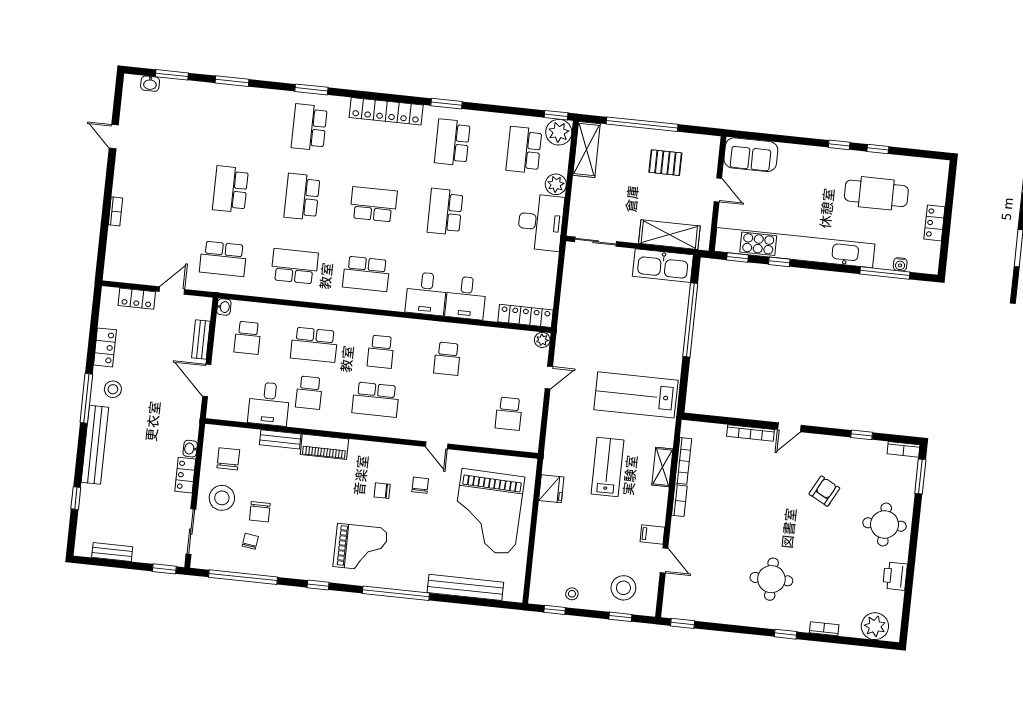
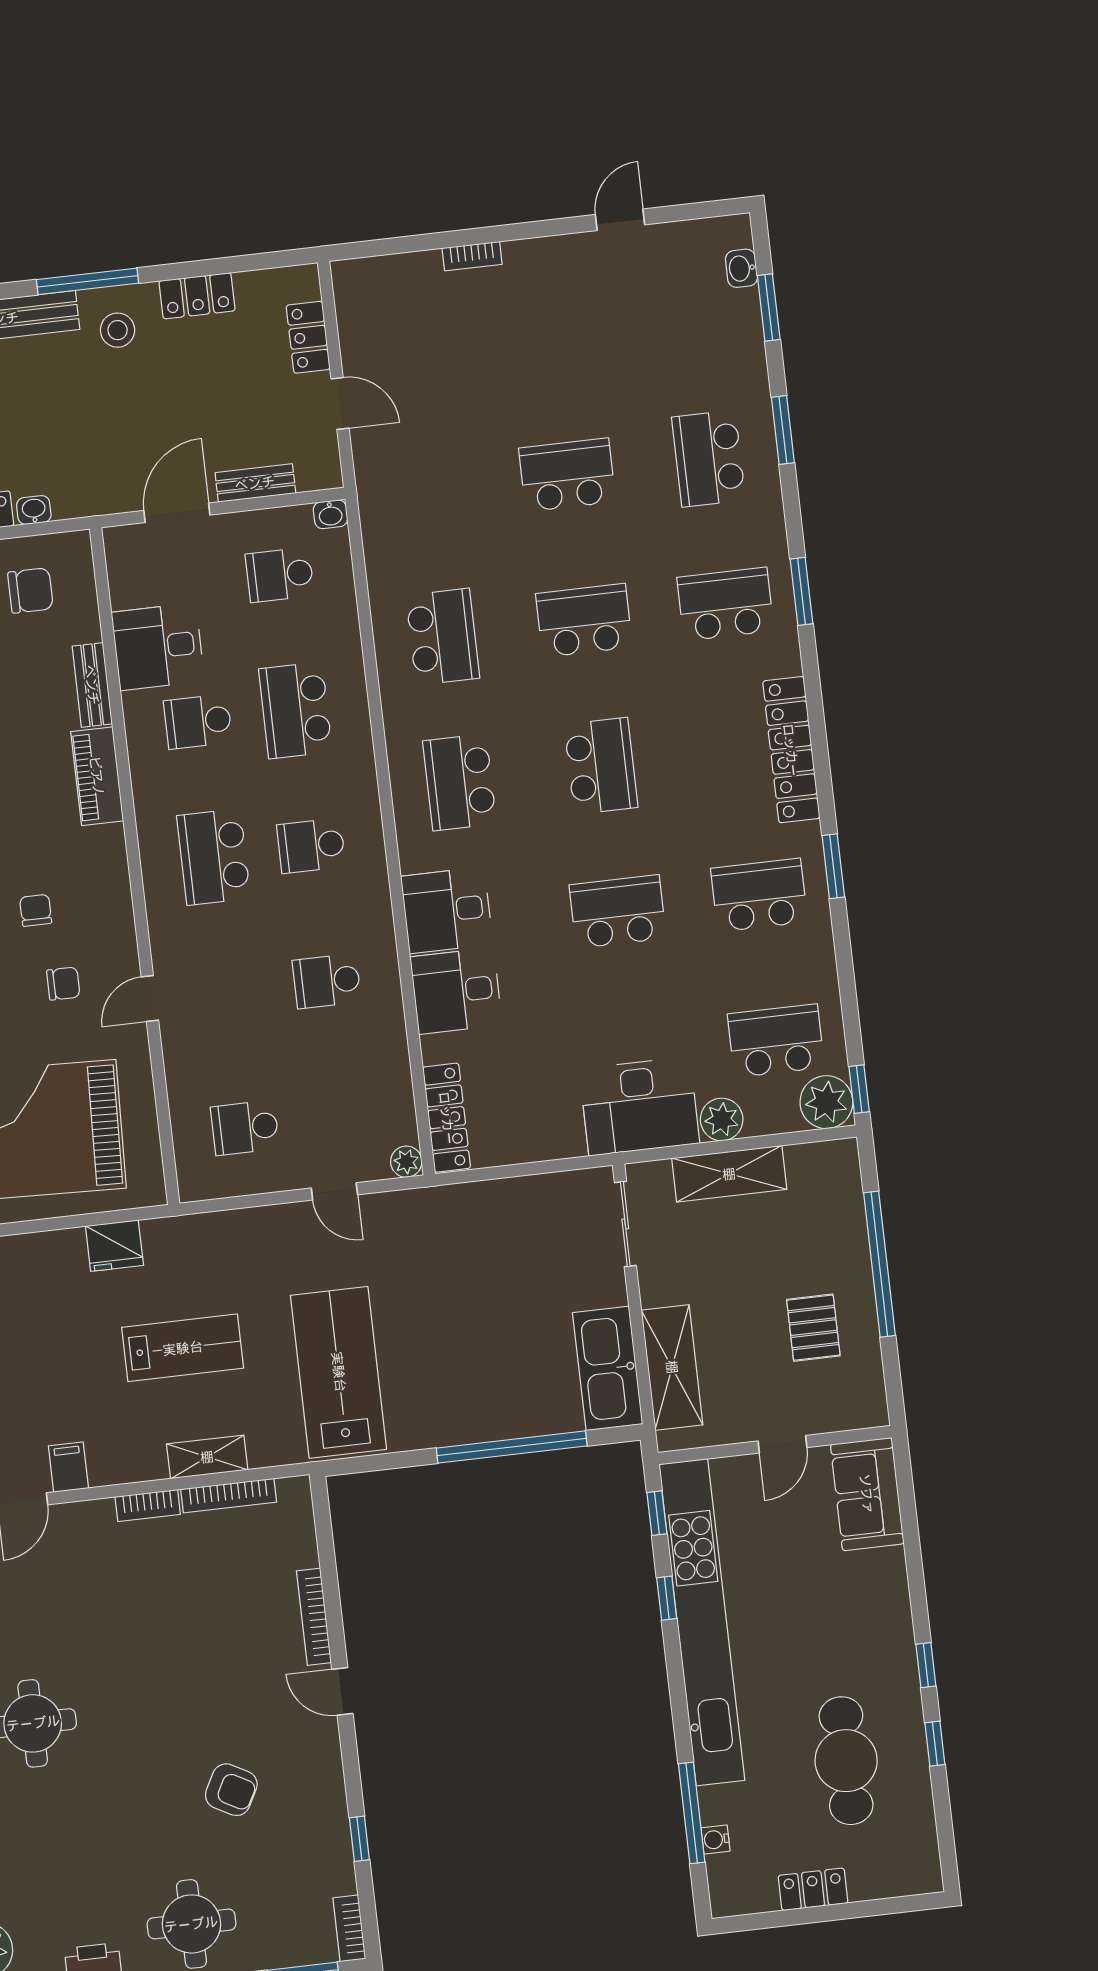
shelving: (587, 150) -> (729, 1174), moved
school desk: (223, 259) -> (709, 459), moved

